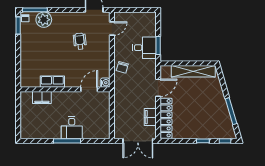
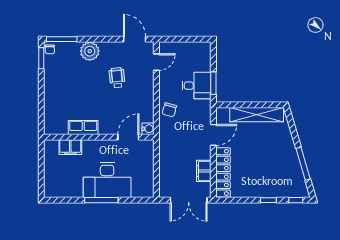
plant: (44, 20) -> (90, 51), moved
desk: (72, 128) -> (107, 180), width x1.87, depth x1.30

